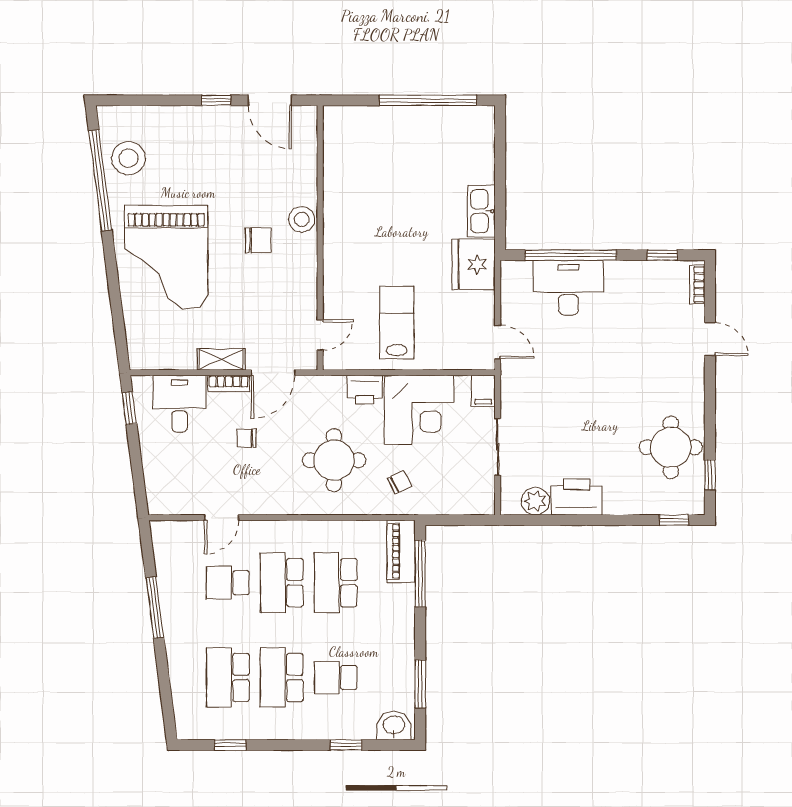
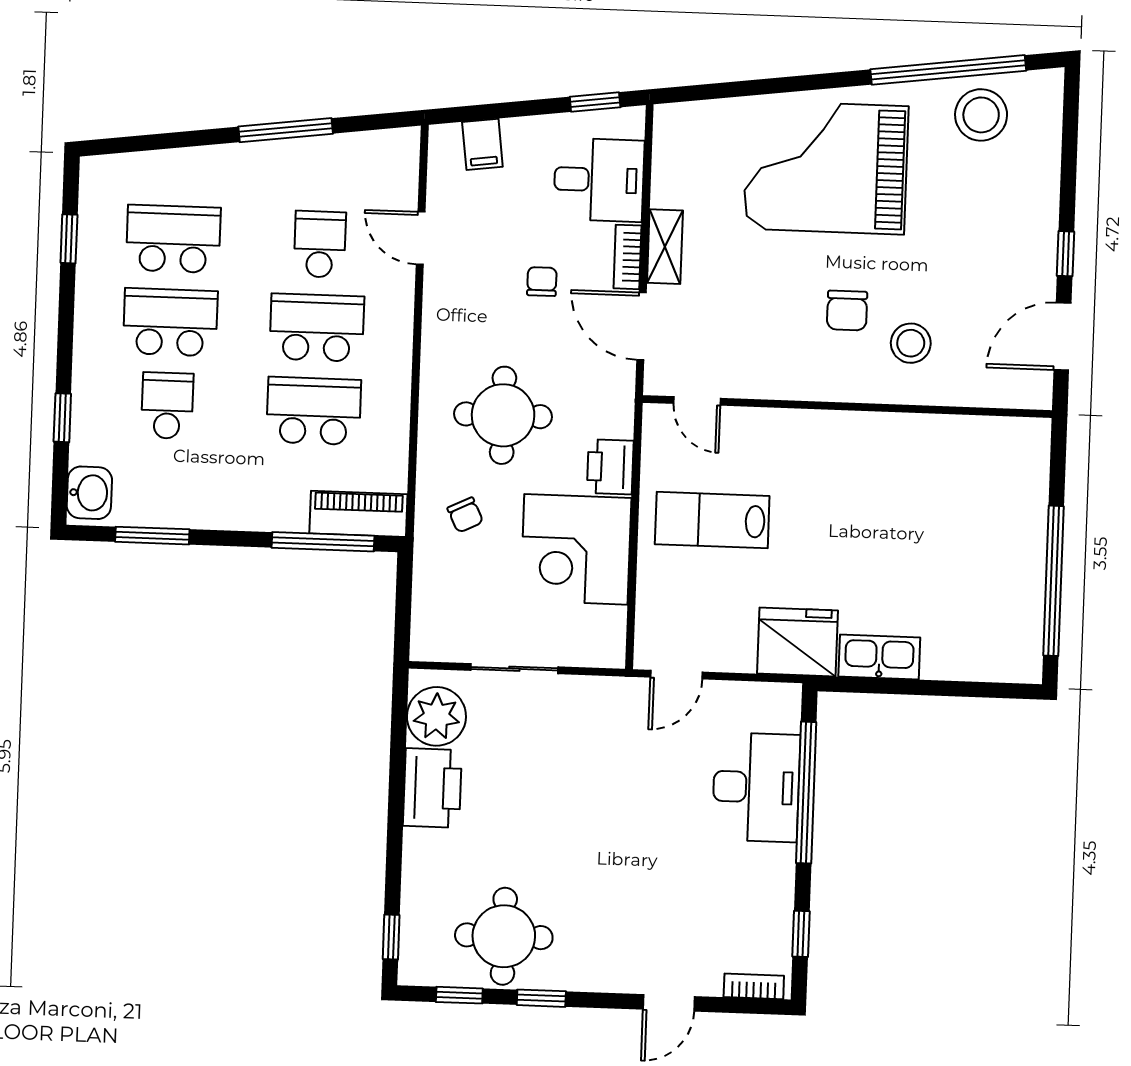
stool: (302, 219) -> (911, 343), moved
lab bench: (397, 322) -> (712, 520), turned 180
filing cabinet: (483, 391) -> (482, 144), moved, turned -97
window: (710, 422) -> (541, 998), added
plant: (535, 501) -> (436, 716), width x1.36, depth x1.36

